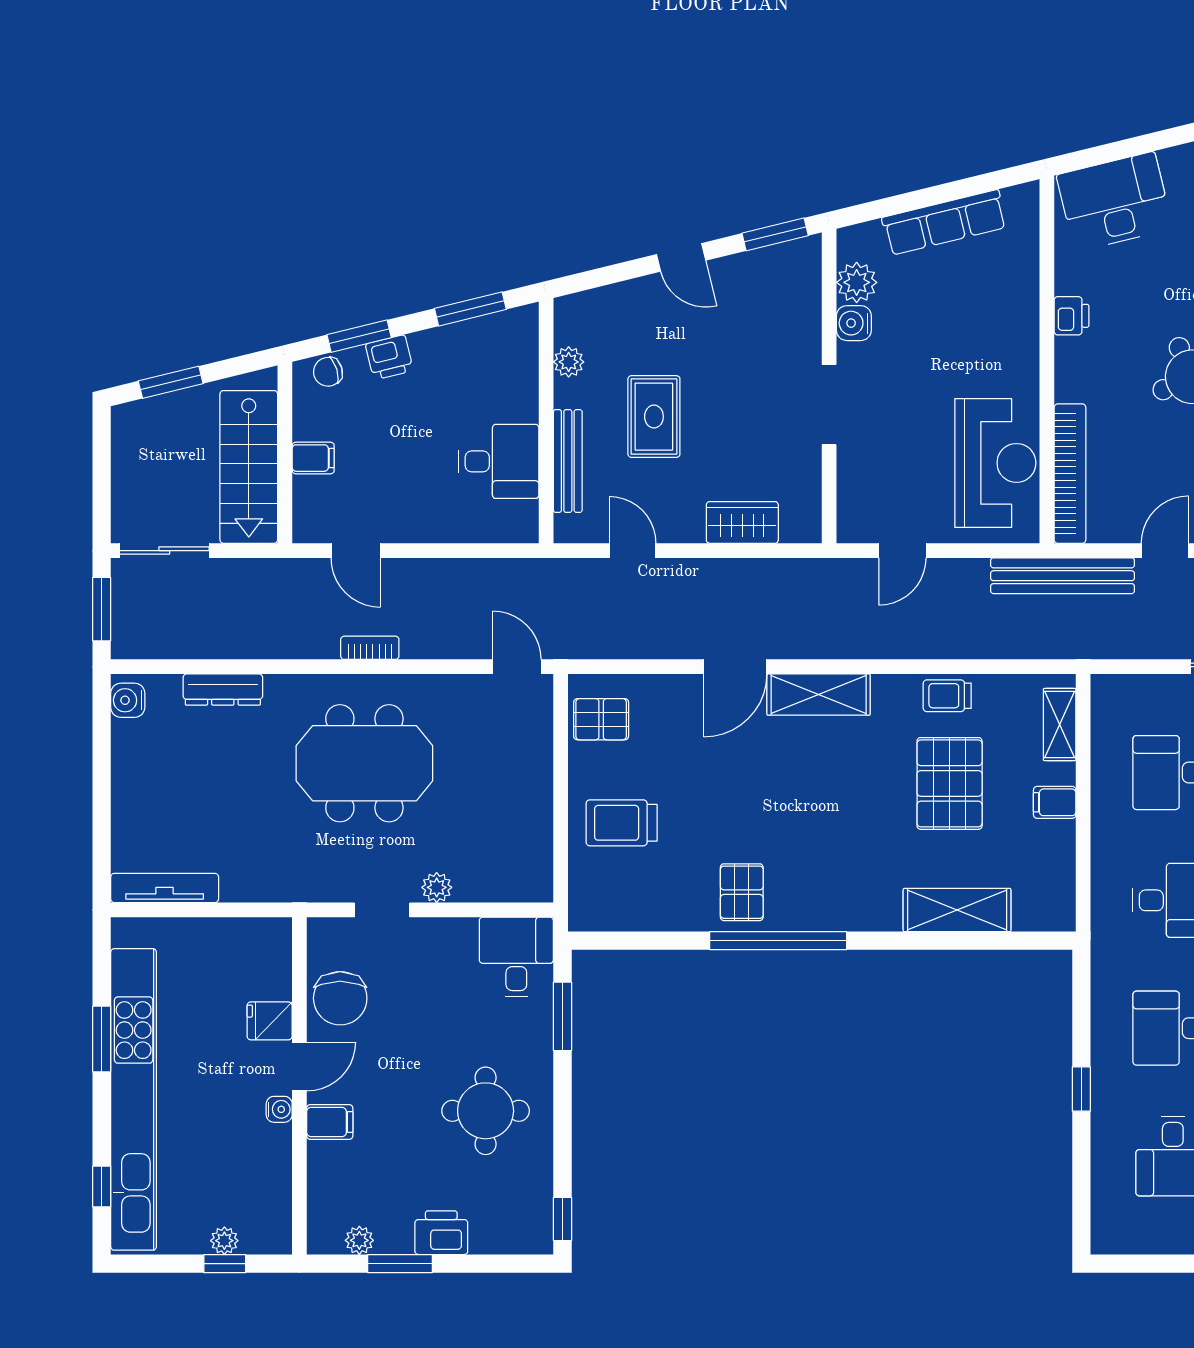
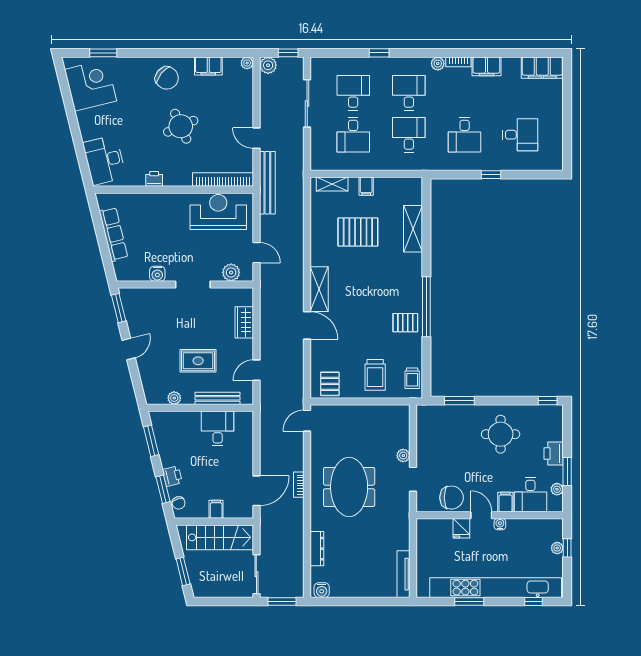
plant: (857, 282) -> (231, 272), moved
door: (356, 551) -> (256, 491), width x1.38
trolley: (947, 696) -> (412, 378), moved
desk: (516, 957) -> (530, 495), moved, turned -90

